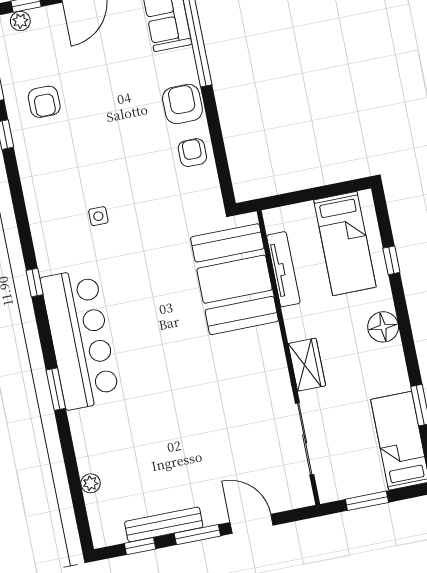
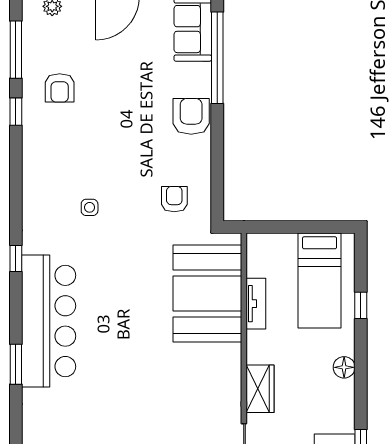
armchair: (192, 153) -> (174, 199), moved
tv unit: (283, 269) -> (256, 304), width x0.71
floor lamp: (383, 327) -> (344, 367), width x0.73, depth x0.73

